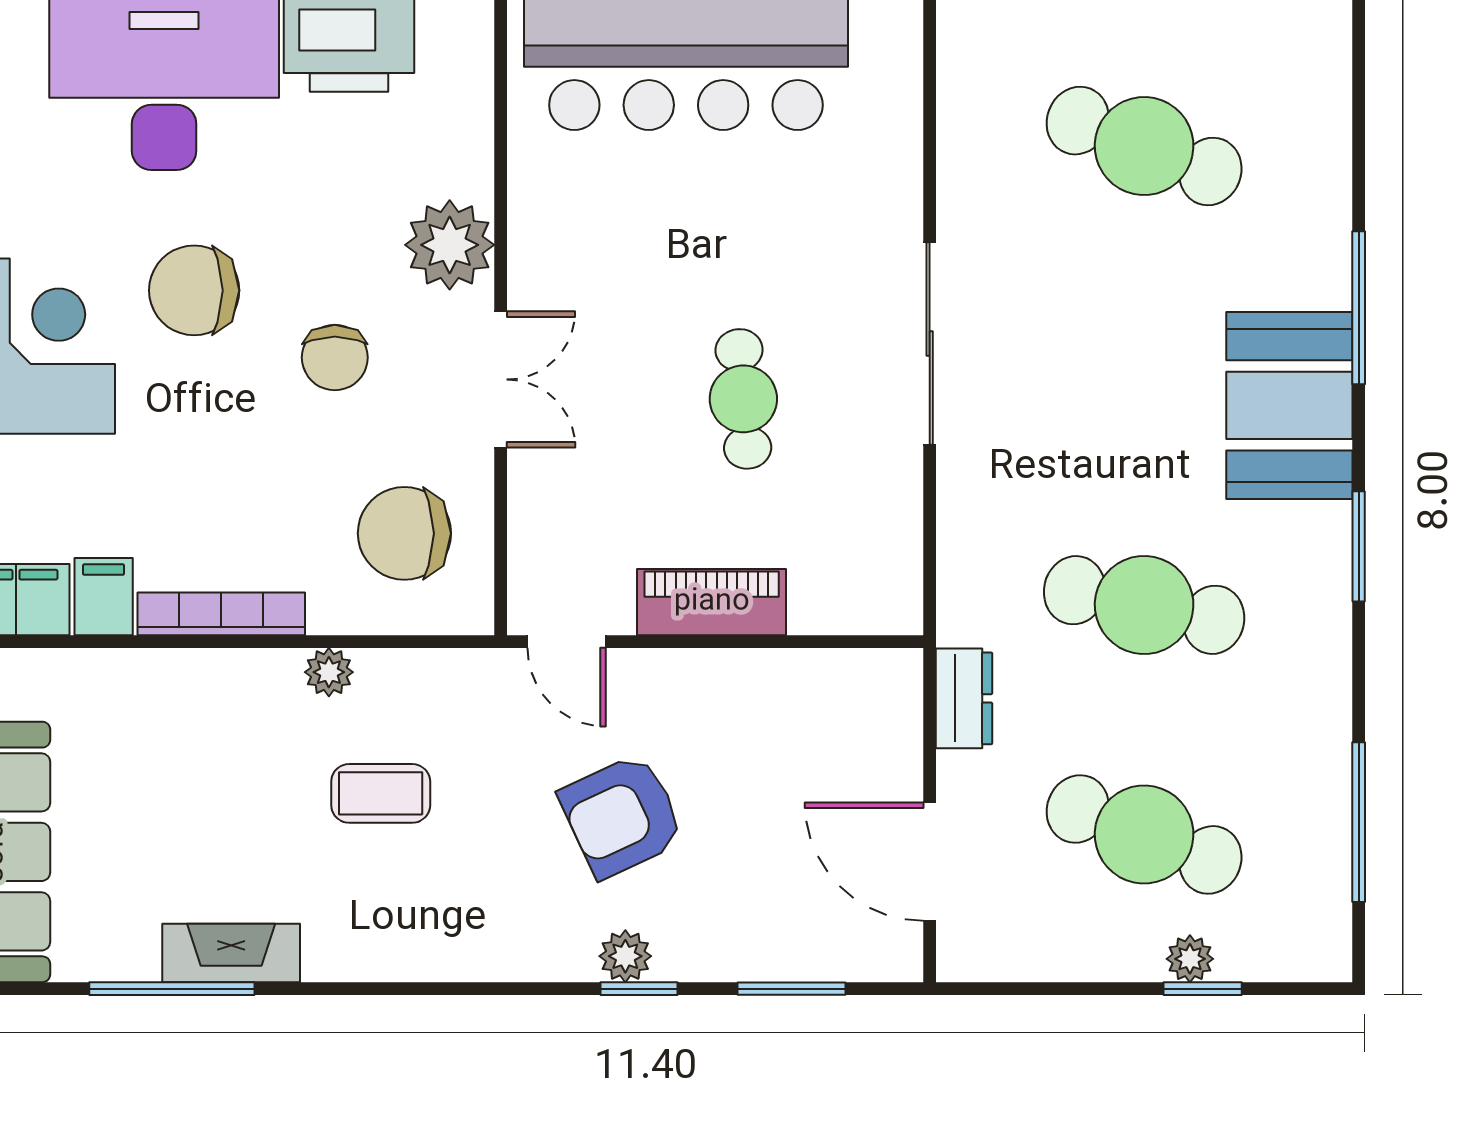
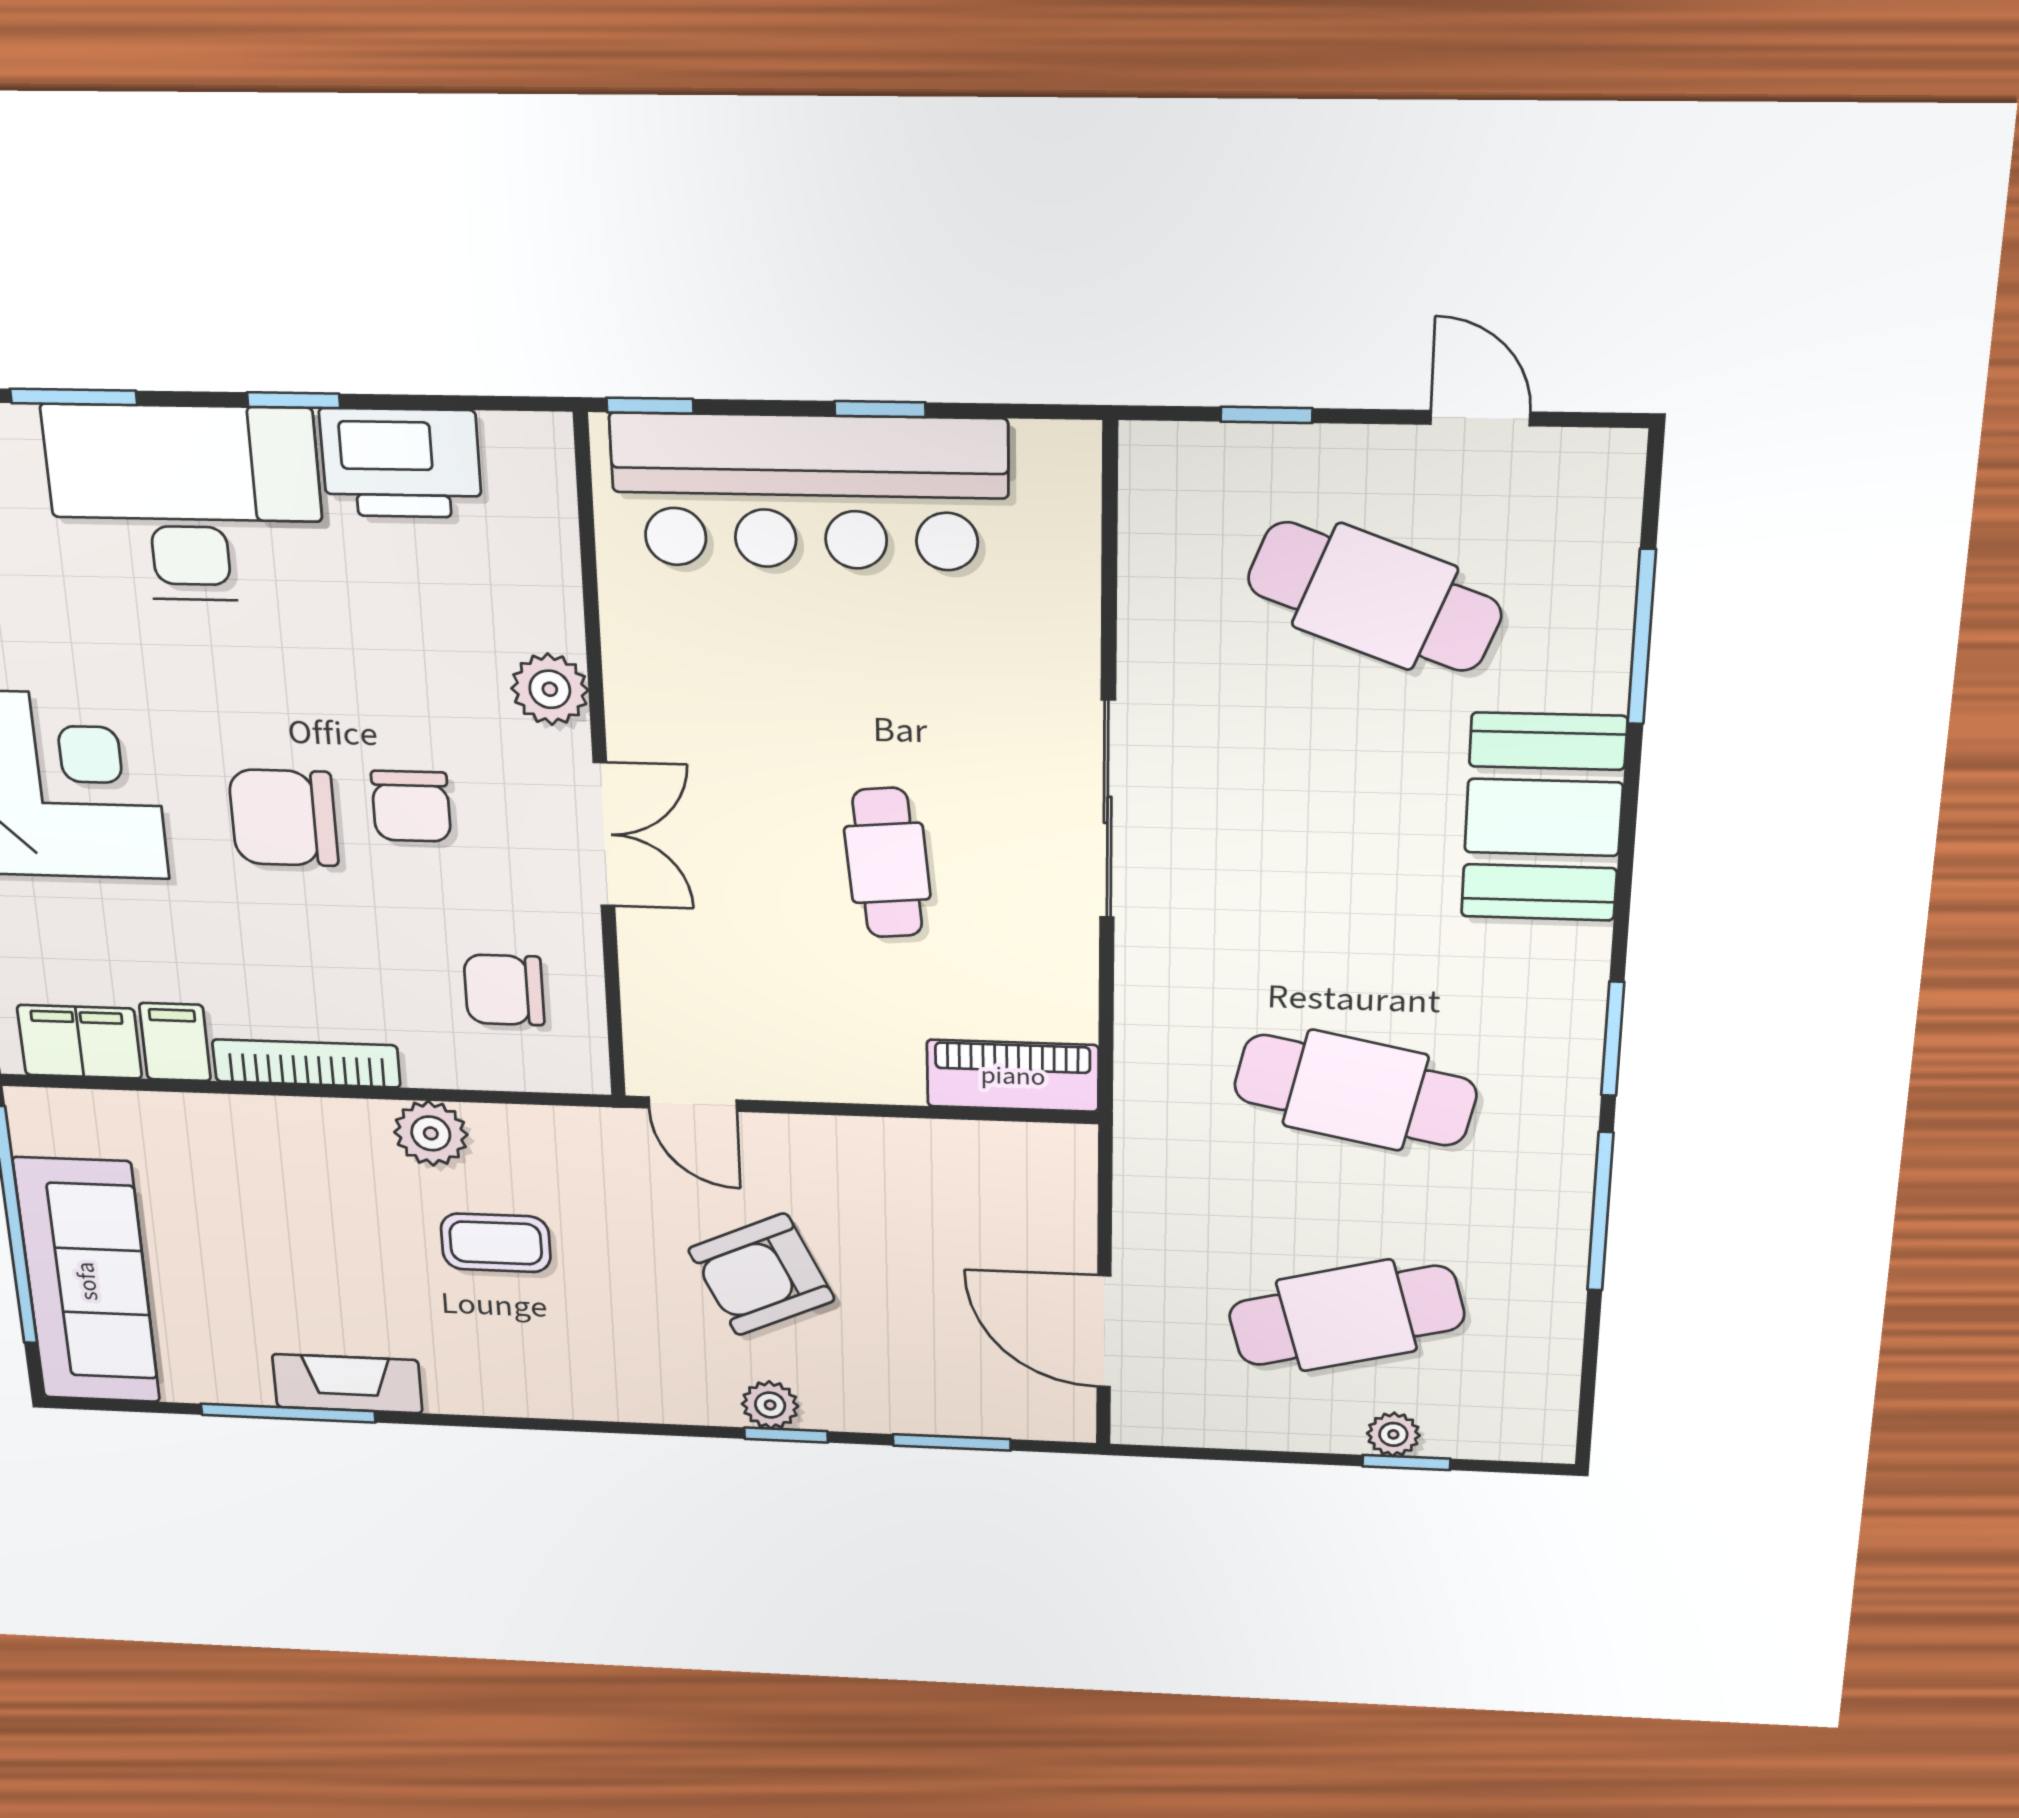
plant: (450, 245) -> (550, 689), width x0.73, depth x0.73
chair: (194, 290) -> (283, 818), moved
window: (1359, 308) -> (1642, 637), moved
booth: (1289, 405) -> (1543, 817), moved
chair: (404, 533) -> (504, 990), width x0.73, depth x0.73
piano: (712, 602) -> (1013, 1076), moved
plant: (329, 672) -> (431, 1133), width x1.38, depth x1.38
dresser: (964, 698) -> (1144, 1176), removed
window: (1359, 822) -> (1600, 1212), moved
cafe table: (1144, 834) -> (1346, 1316), turned -36

